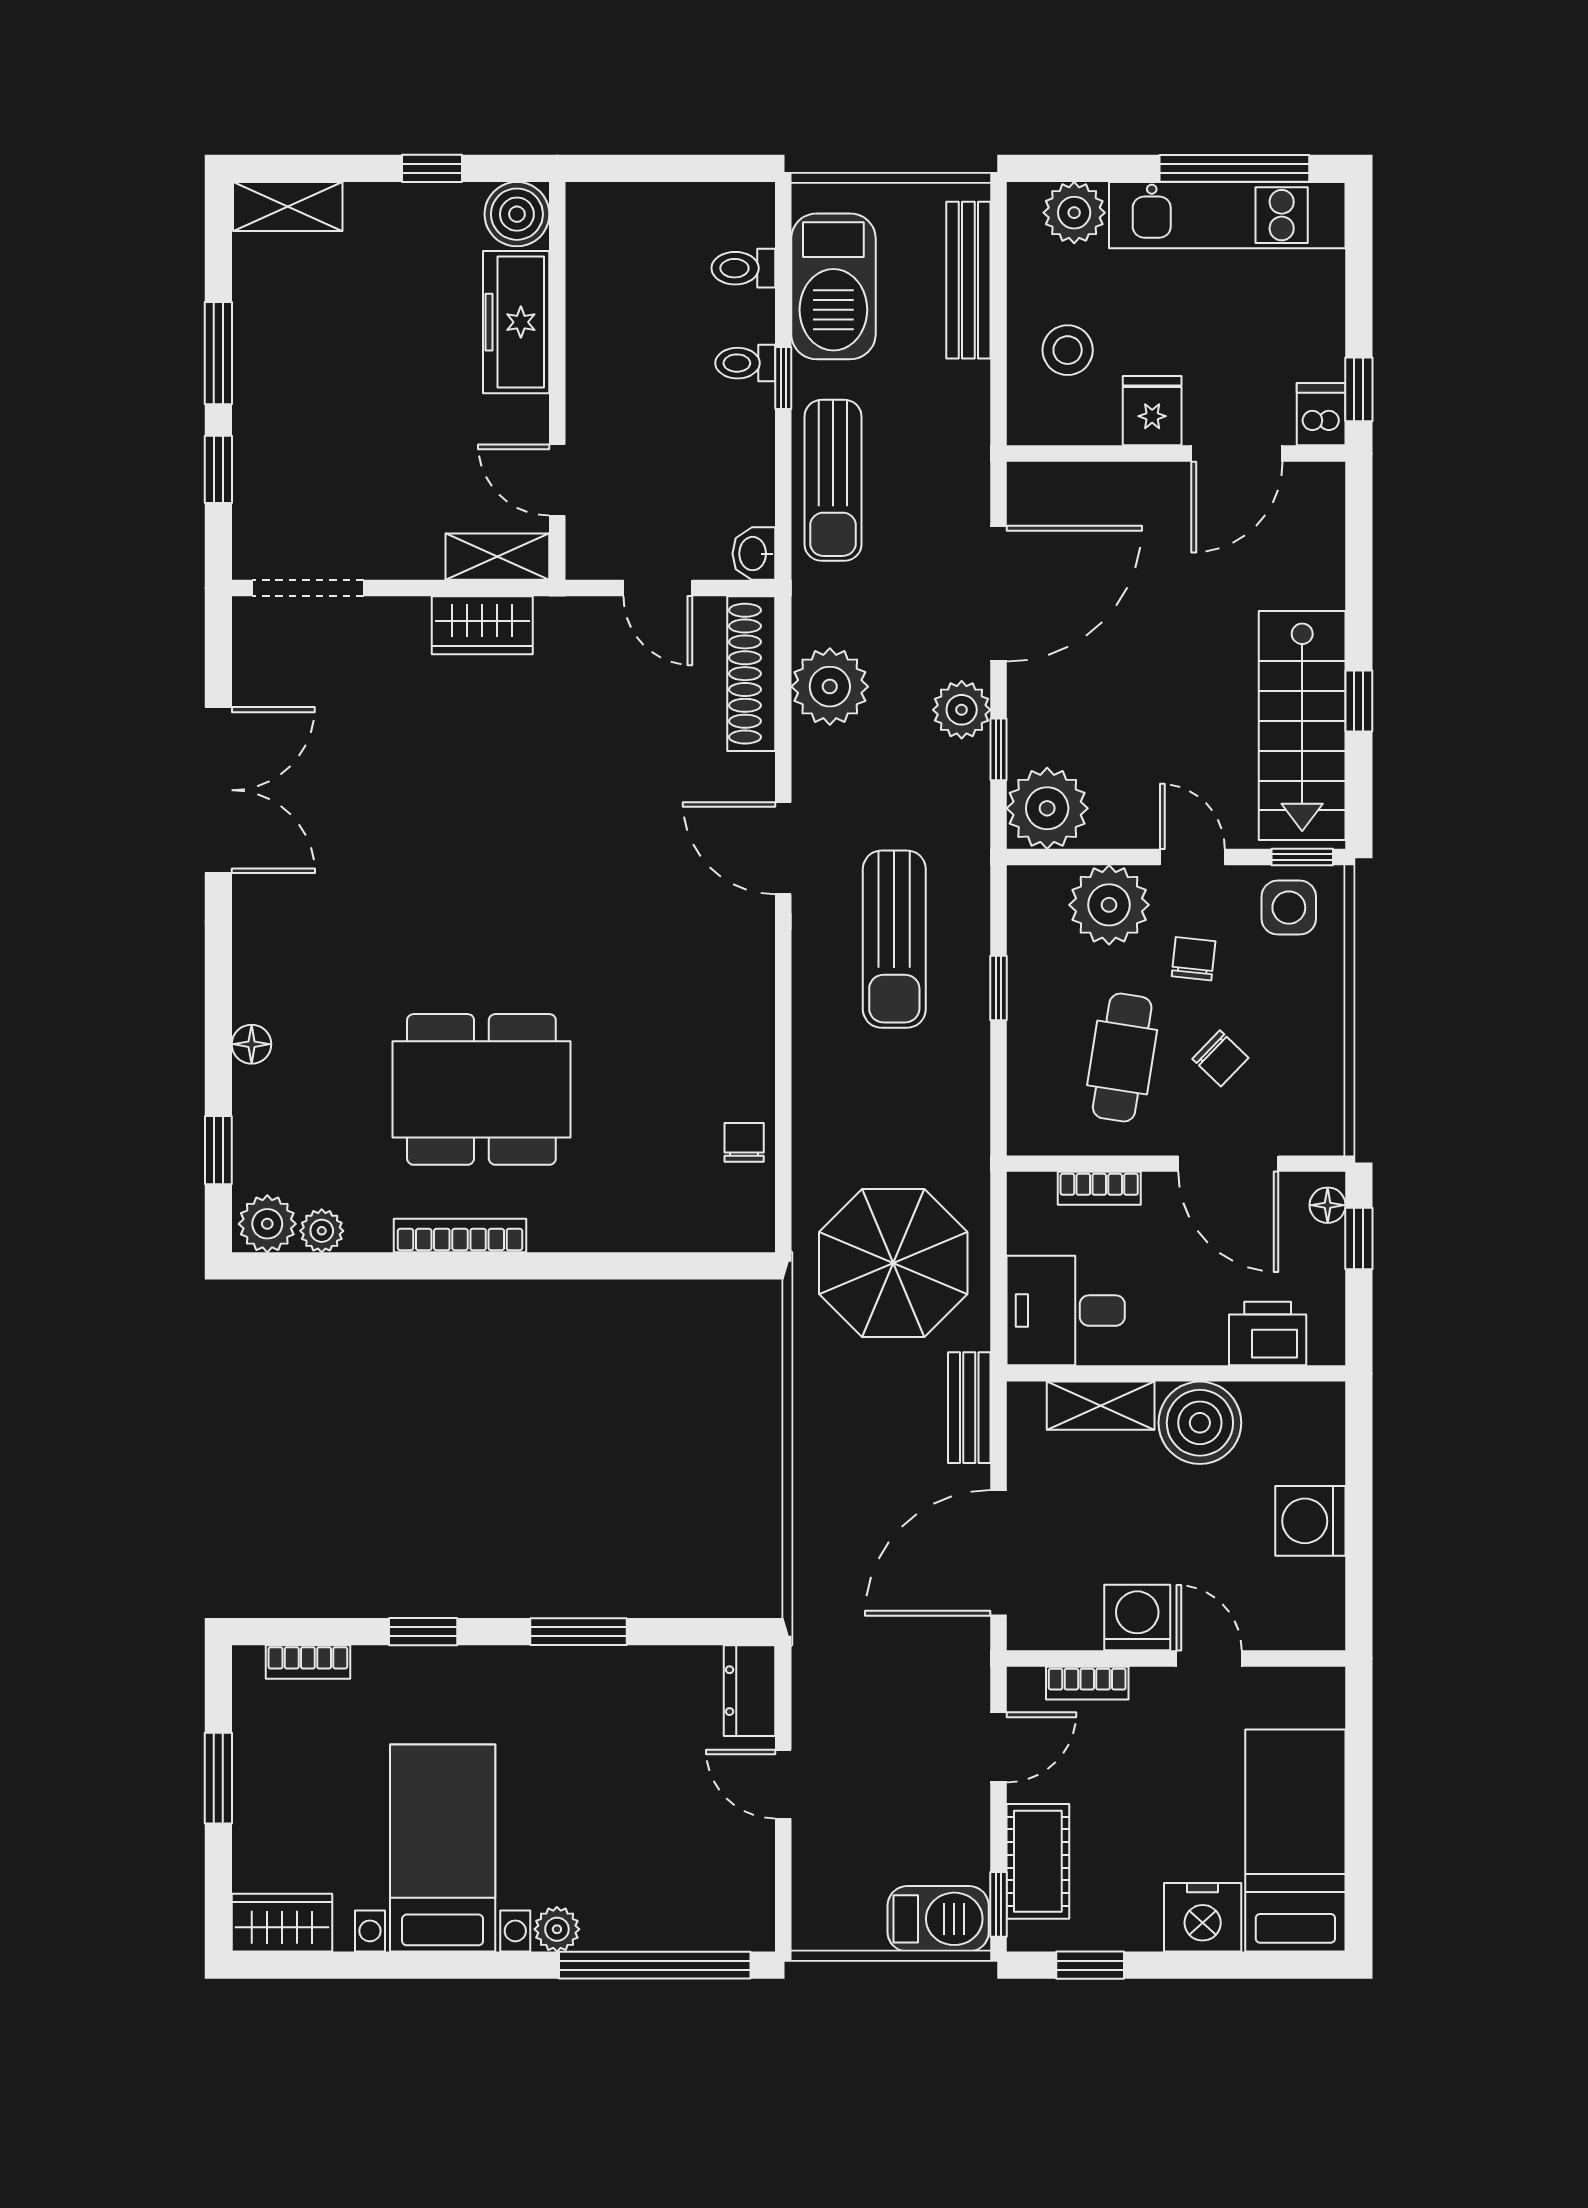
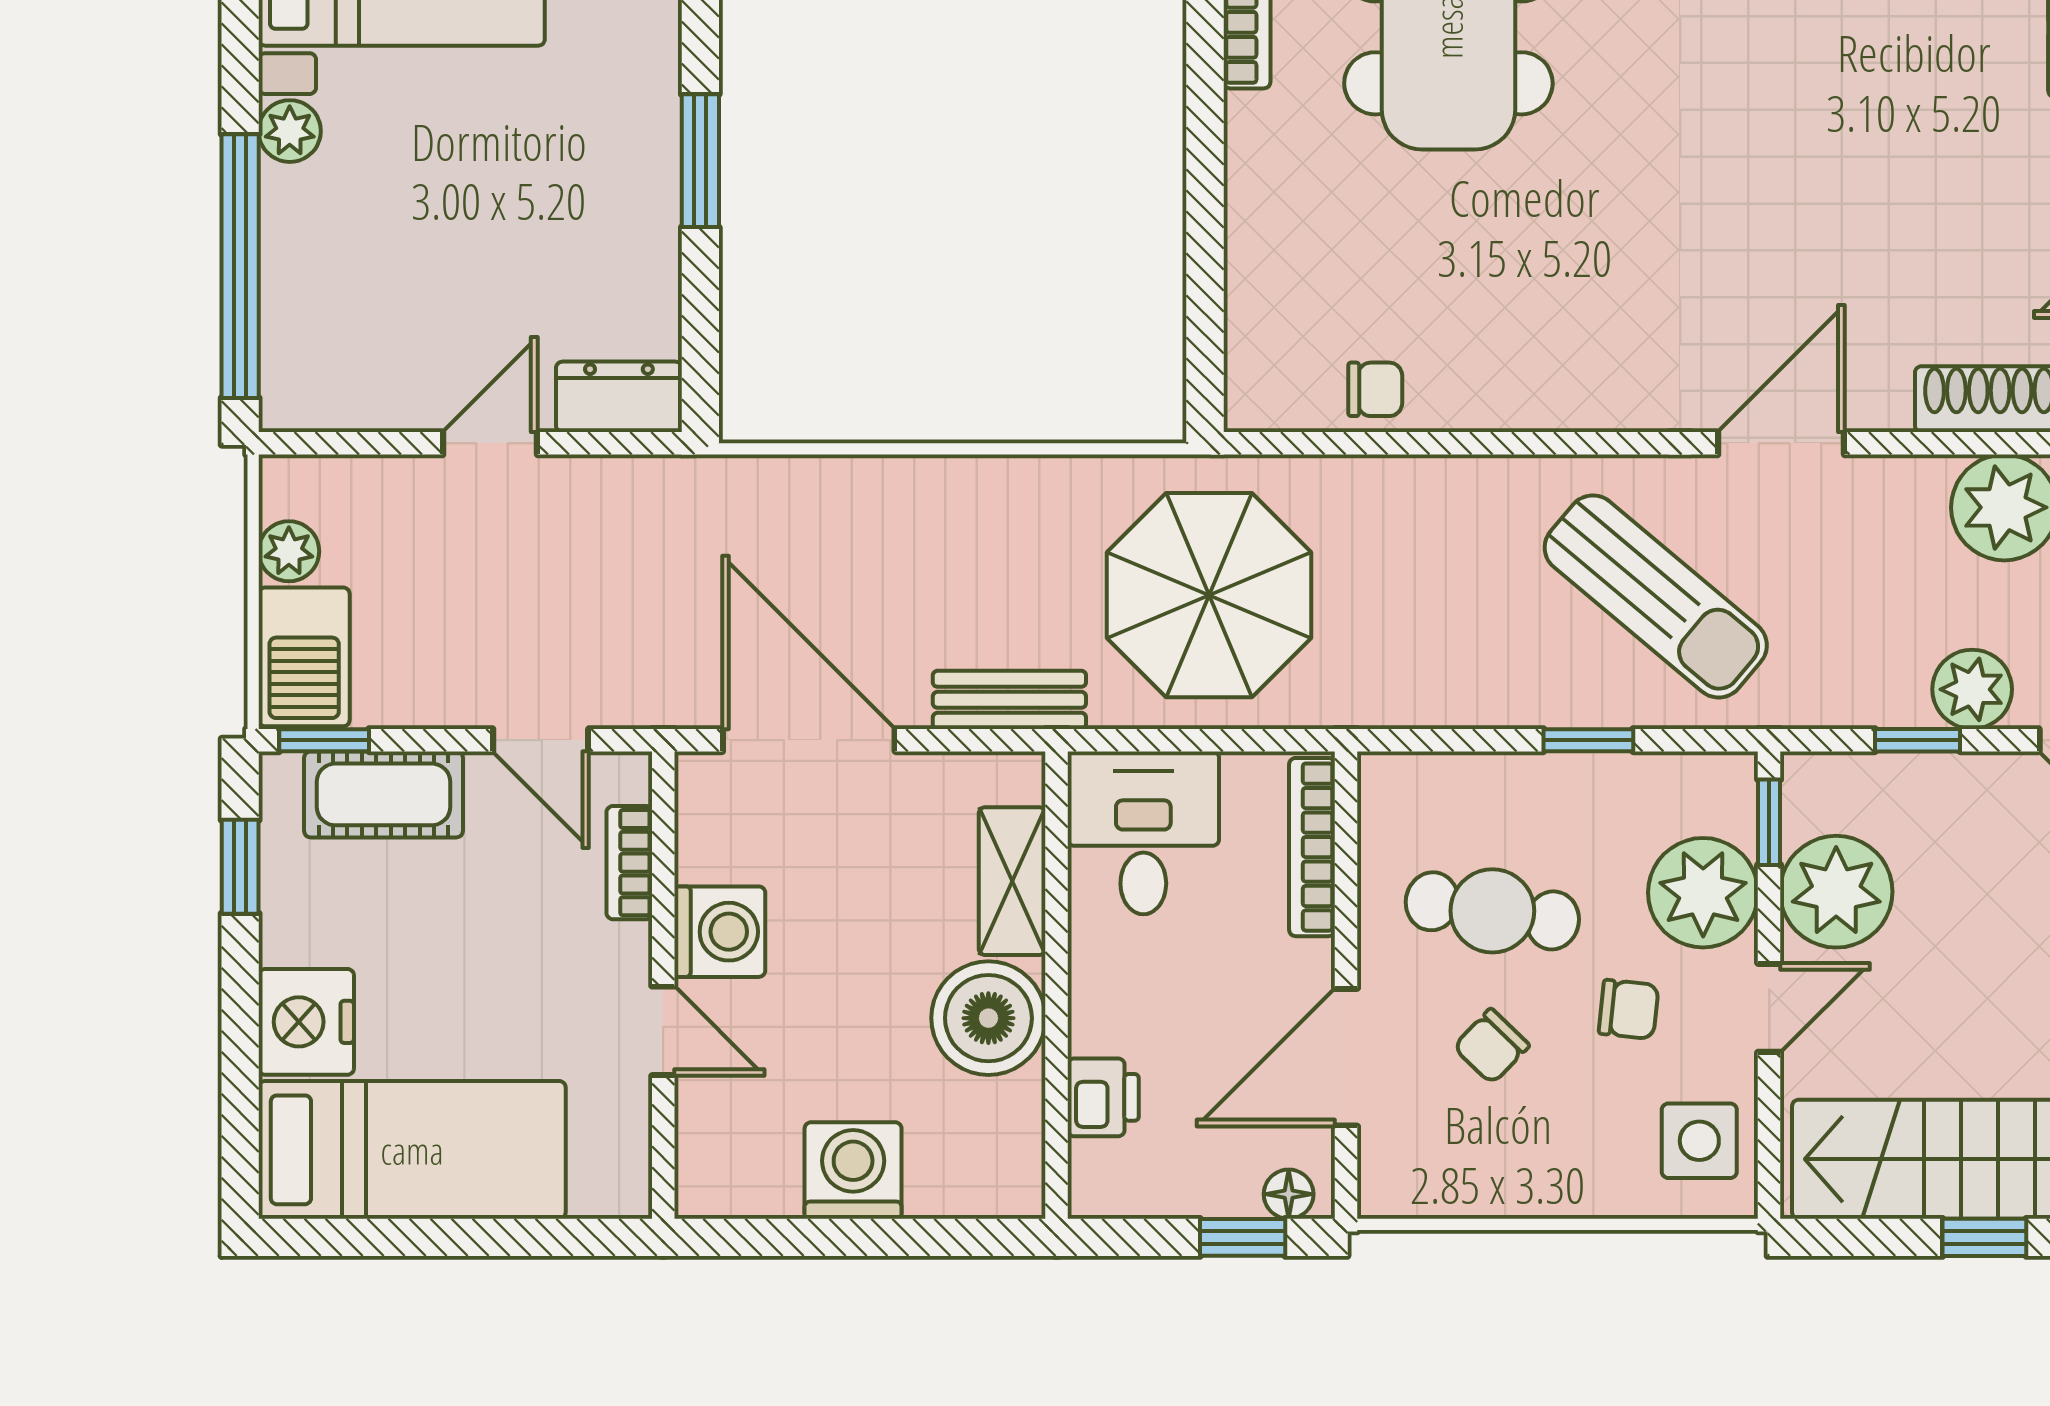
plant: (1047, 808) -> (1836, 892), moved
window: (1302, 857) -> (1769, 822), moved
sun lounger: (894, 939) -> (1656, 596), turned -140
bookcase: (1099, 1188) -> (1312, 847), width x1.56
printer: (1268, 1333) -> (1103, 1097), width x0.73, depth x0.81
door: (1209, 1659) -> (663, 1031), hinge flipped
plant: (862, 1930) -> (289, 551), added

